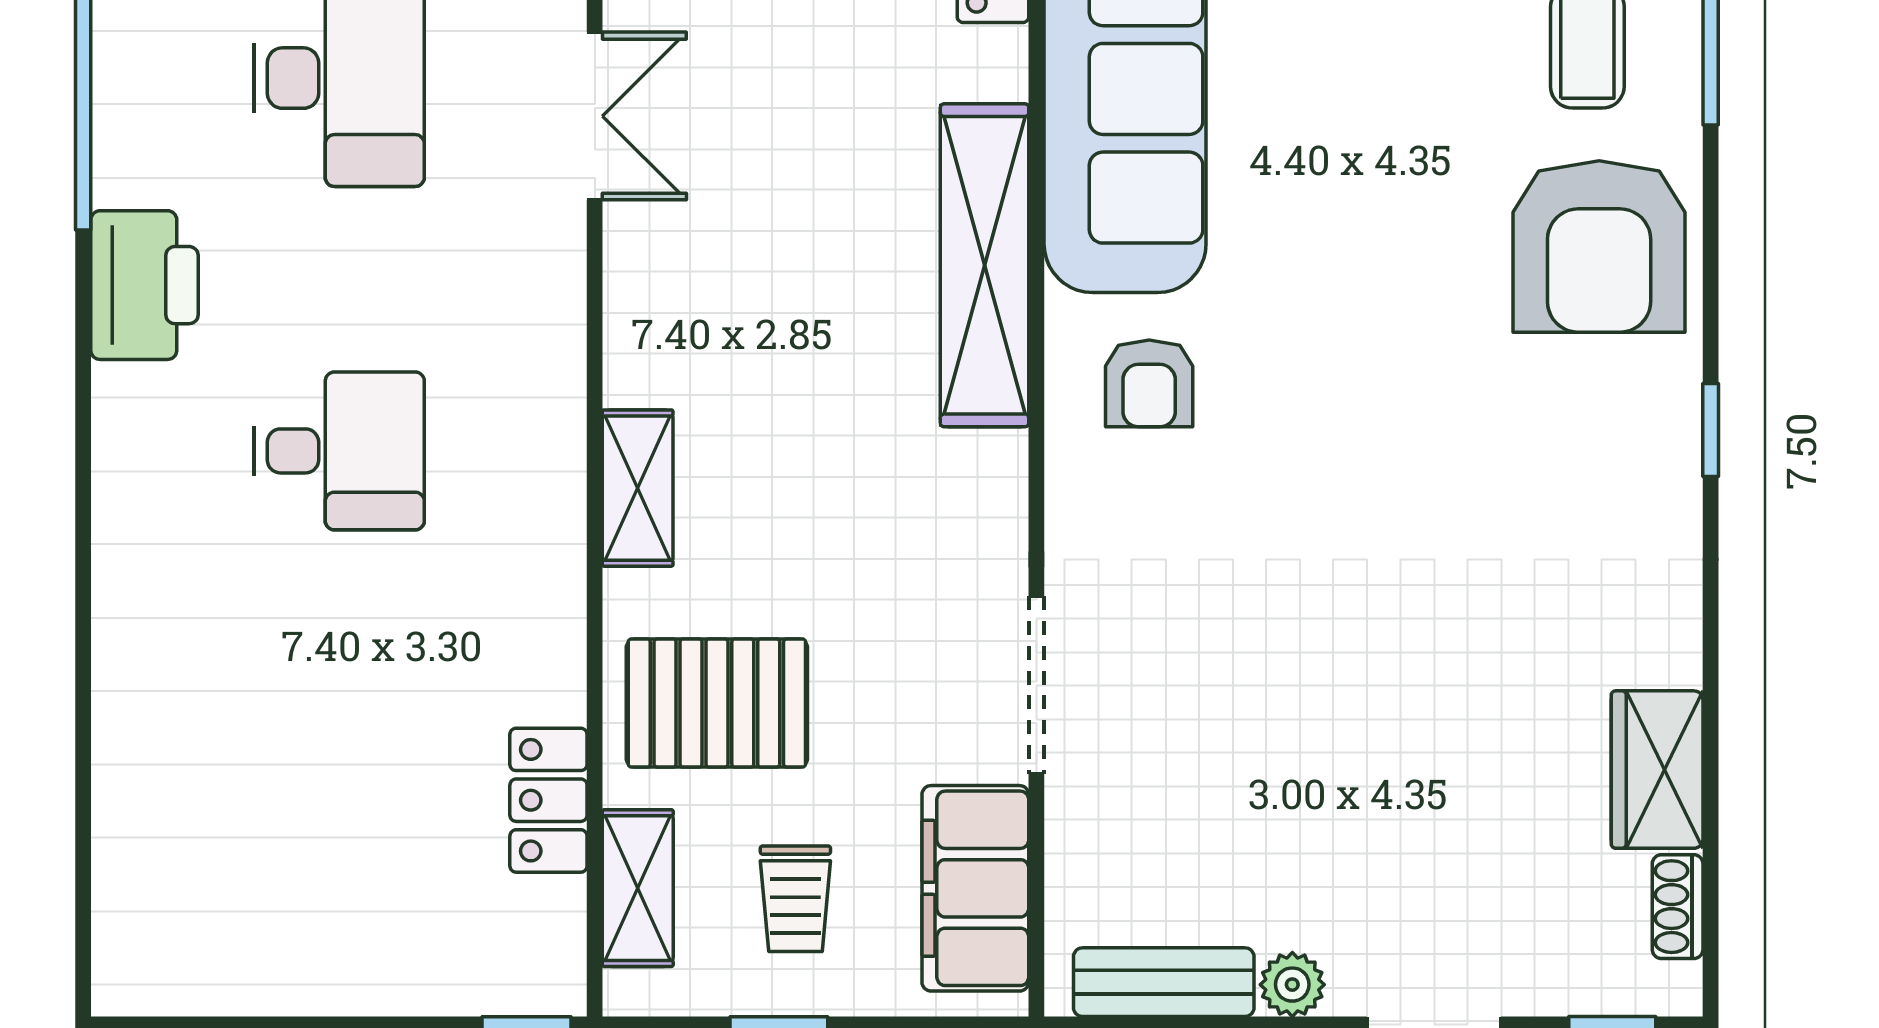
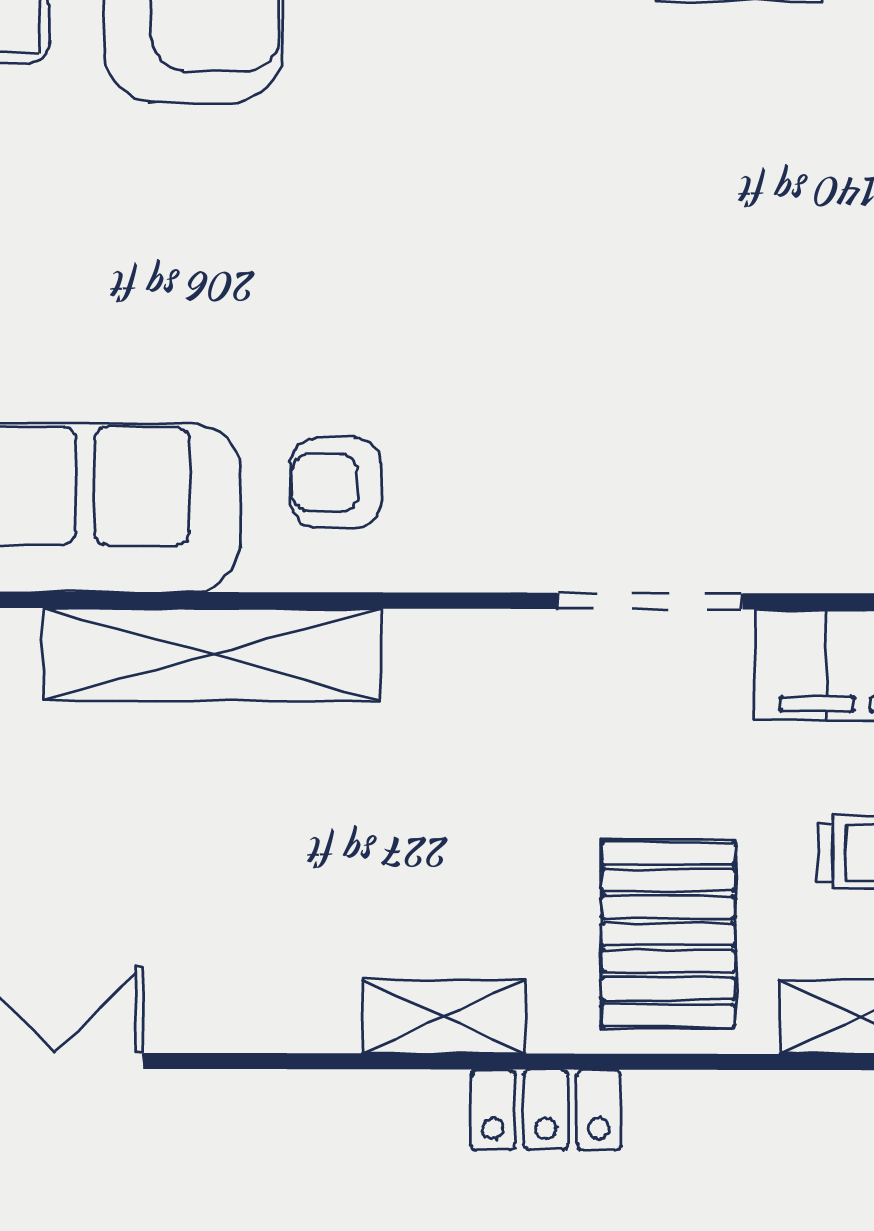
armchair: (1149, 383) -> (336, 483), turned 180
locker: (548, 800) -> (546, 1110), moved

